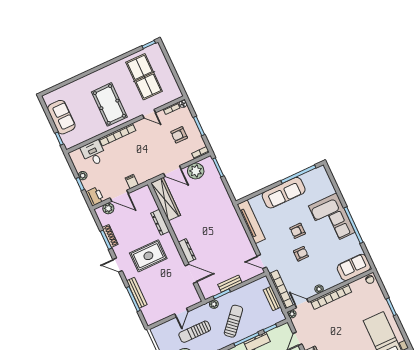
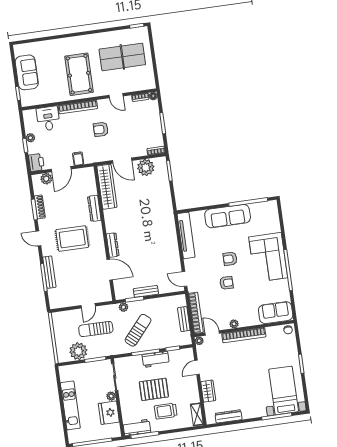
table tennis table: (144, 77) -> (122, 57), turned 90
armchair: (179, 135) -> (101, 129), moved
door: (119, 196) -> (61, 169), hinge flipped

